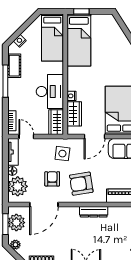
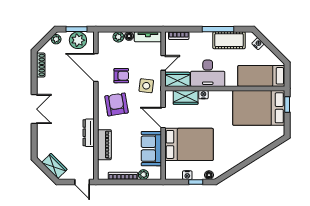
bed: (79, 40) -> (259, 108), width x1.50
cot: (14, 66) -> (229, 40), width x1.37, depth x1.34
door: (26, 137) -> (163, 63), moved
plant: (18, 186) -> (118, 37), width x0.53, depth x0.53
dresser: (94, 212) -> (89, 133), moved

